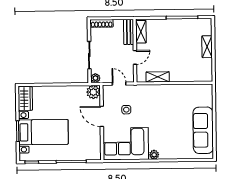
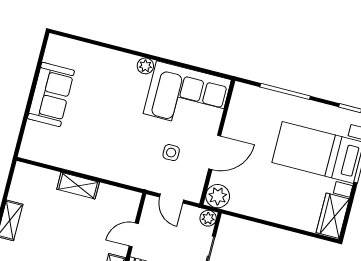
shelving: (158, 77) -> (78, 186), moved
door: (102, 116) -> (215, 152), hinge flipped
sofa: (203, 130) -> (51, 95), width x0.73

